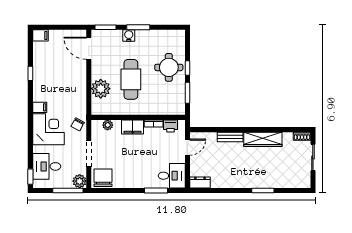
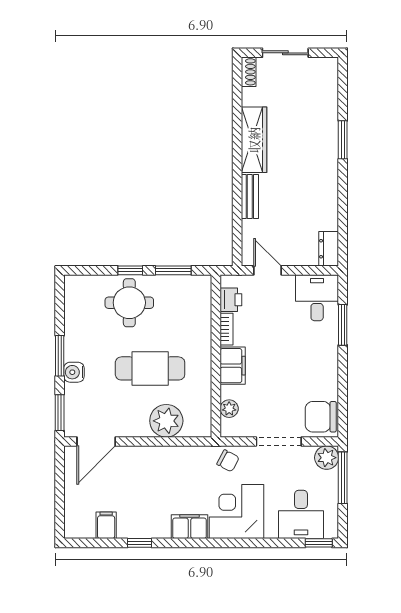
filing cabinet: (40, 35) -> (106, 525), moved
filing cabinet: (40, 107) -> (189, 527), width x2.00

